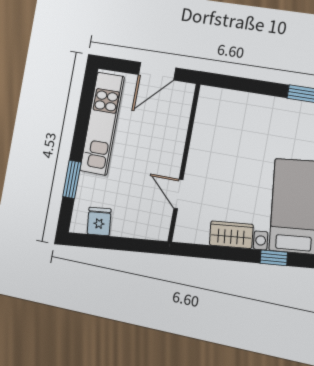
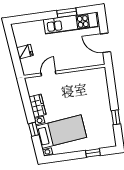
window: (72, 179) -> (67, 13), moved
fridge: (99, 222) -> (25, 52), moved

